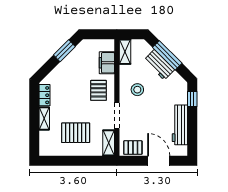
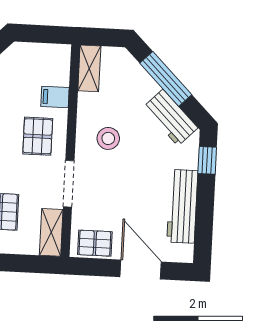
filing cabinet: (107, 63) -> (55, 97), width x0.50
workbench: (159, 65) -> (170, 118), moved

